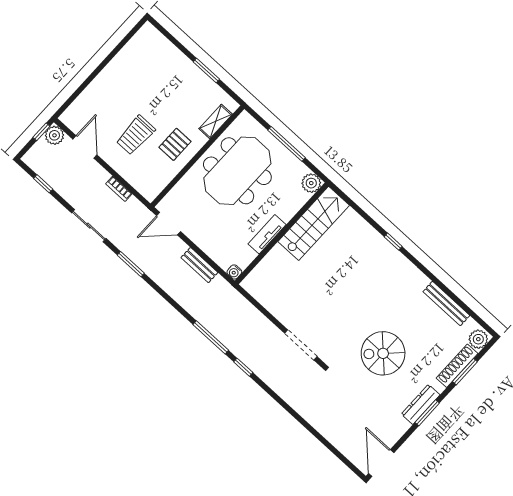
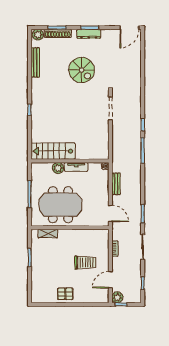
pallet: (175, 144) -> (65, 294), moved
plant: (311, 183) -> (58, 168), moved

